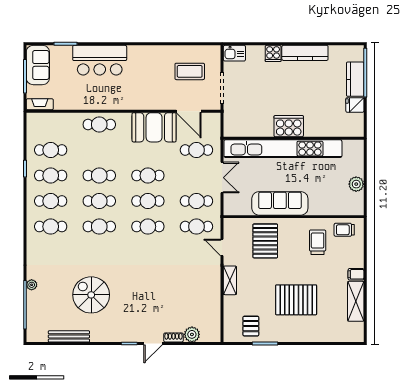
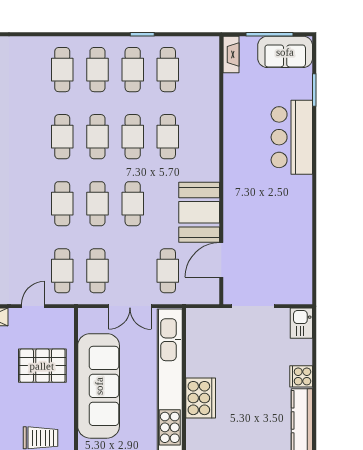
coffee table: (190, 71) -> (276, 261), removed
cafe table: (99, 124) -> (168, 137), moved
sofa: (280, 203) -> (99, 386), width x1.36, depth x1.27

